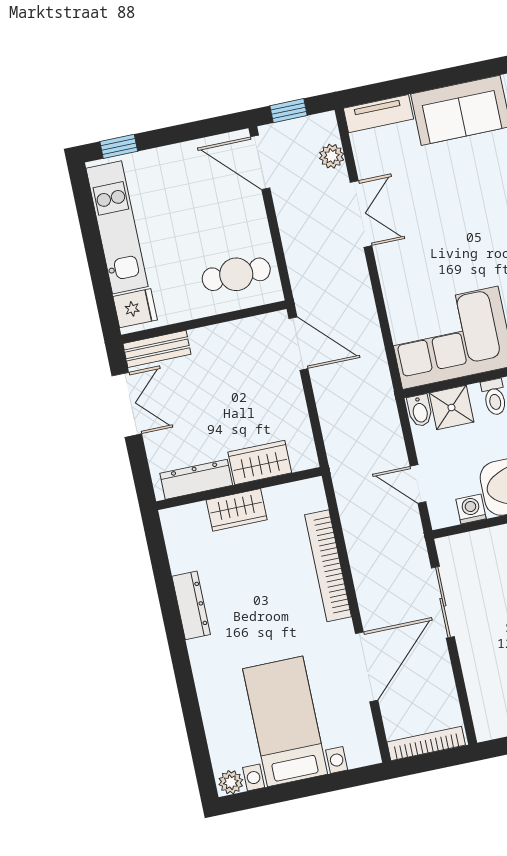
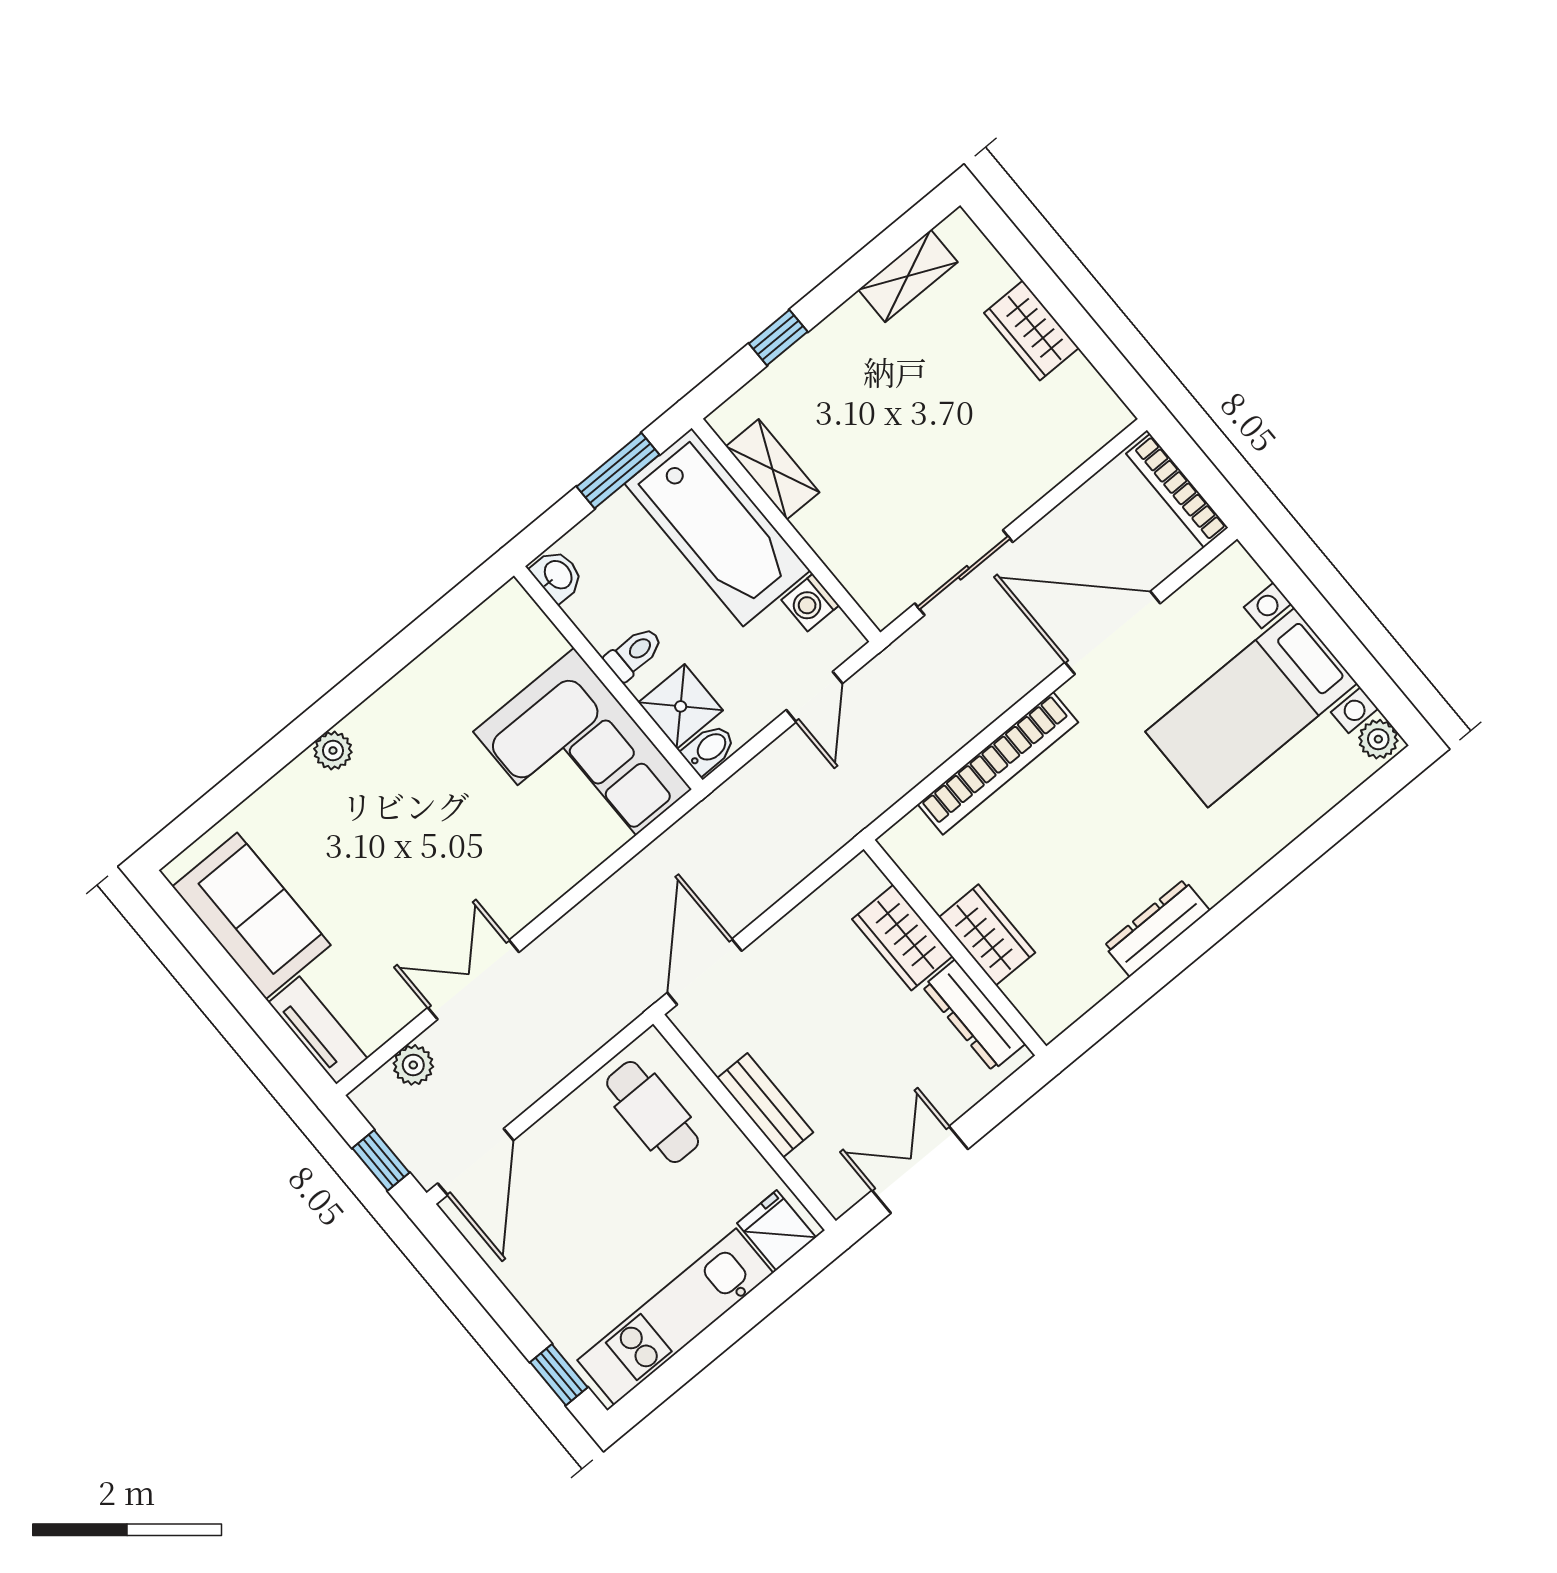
bench: (157, 349) -> (765, 1105), moved

